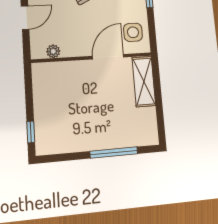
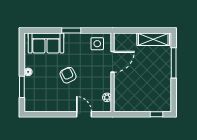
door: (108, 57) -> (112, 62), swing flipped
shelving: (144, 81) -> (153, 39), moved

